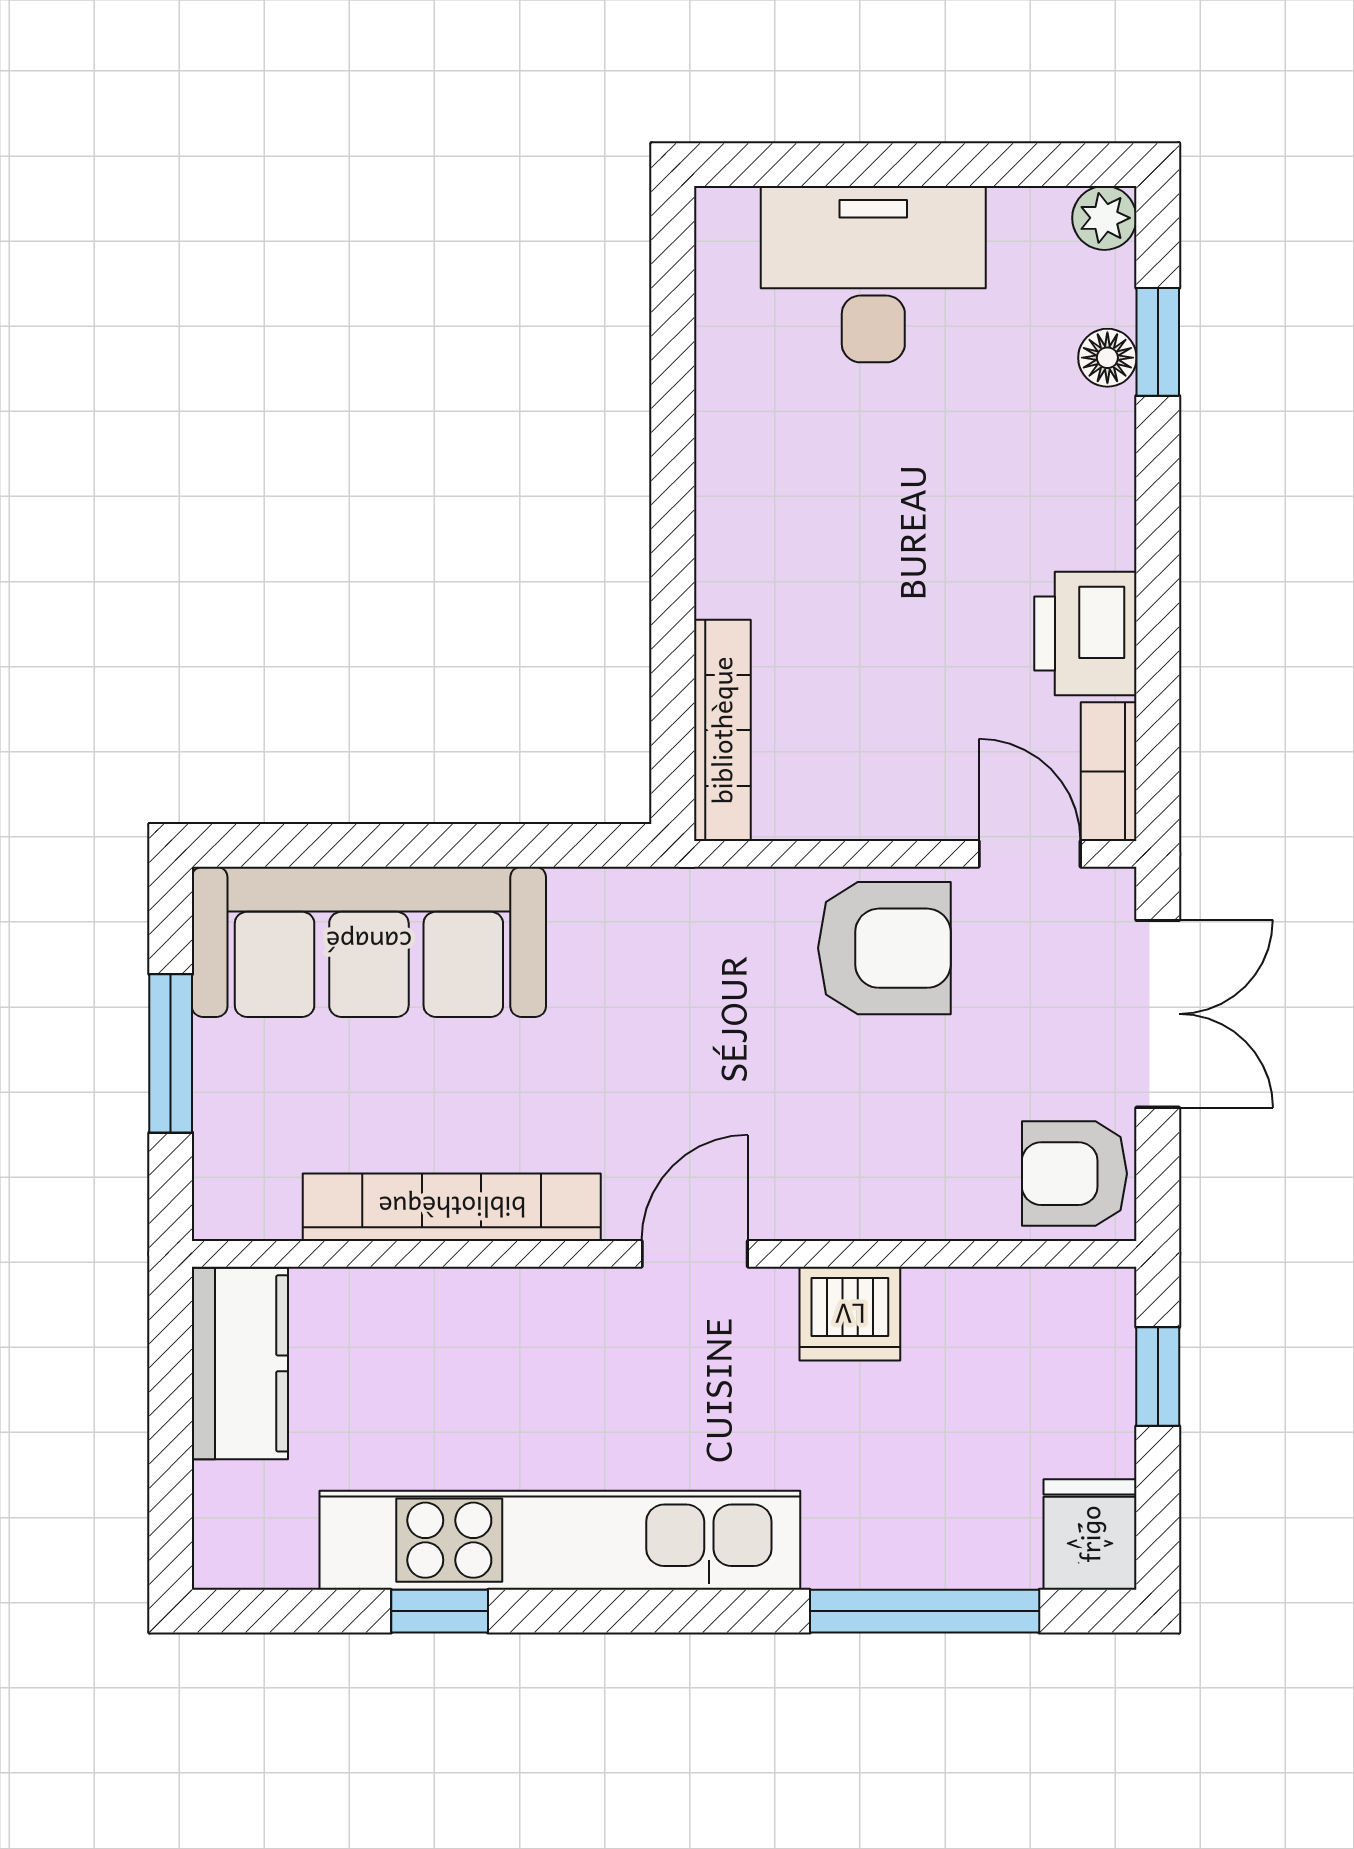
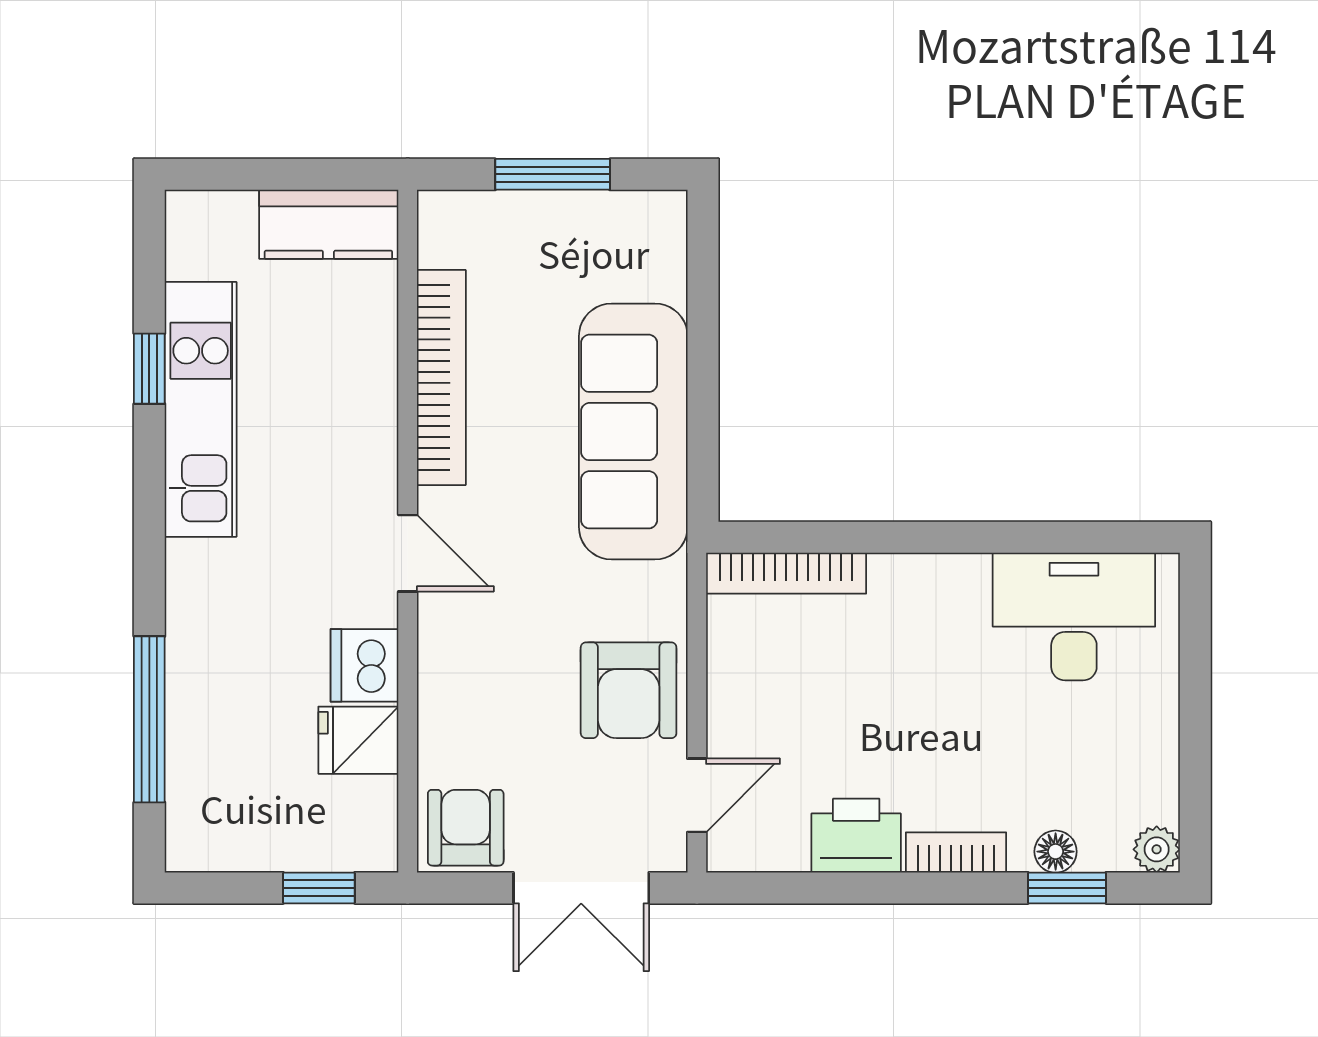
desk: (873, 274) -> (1074, 617), moved, turned -90
bookcase: (1109, 772) -> (956, 852), moved
sofa: (369, 942) -> (633, 432), moved
fridge: (1090, 1534) -> (358, 740), moved, turned 180
kitchen unit: (560, 1540) -> (201, 409), width x0.73

